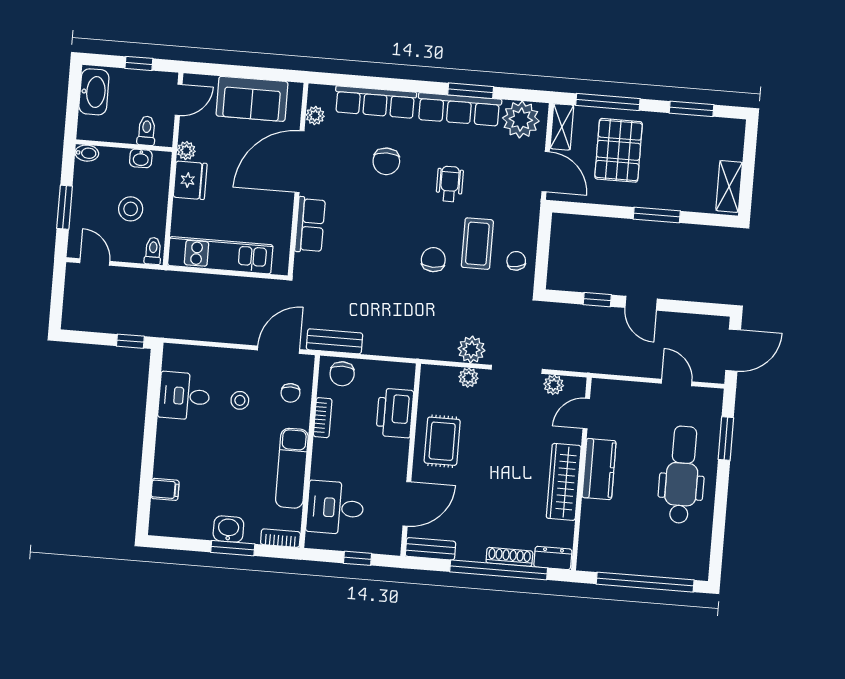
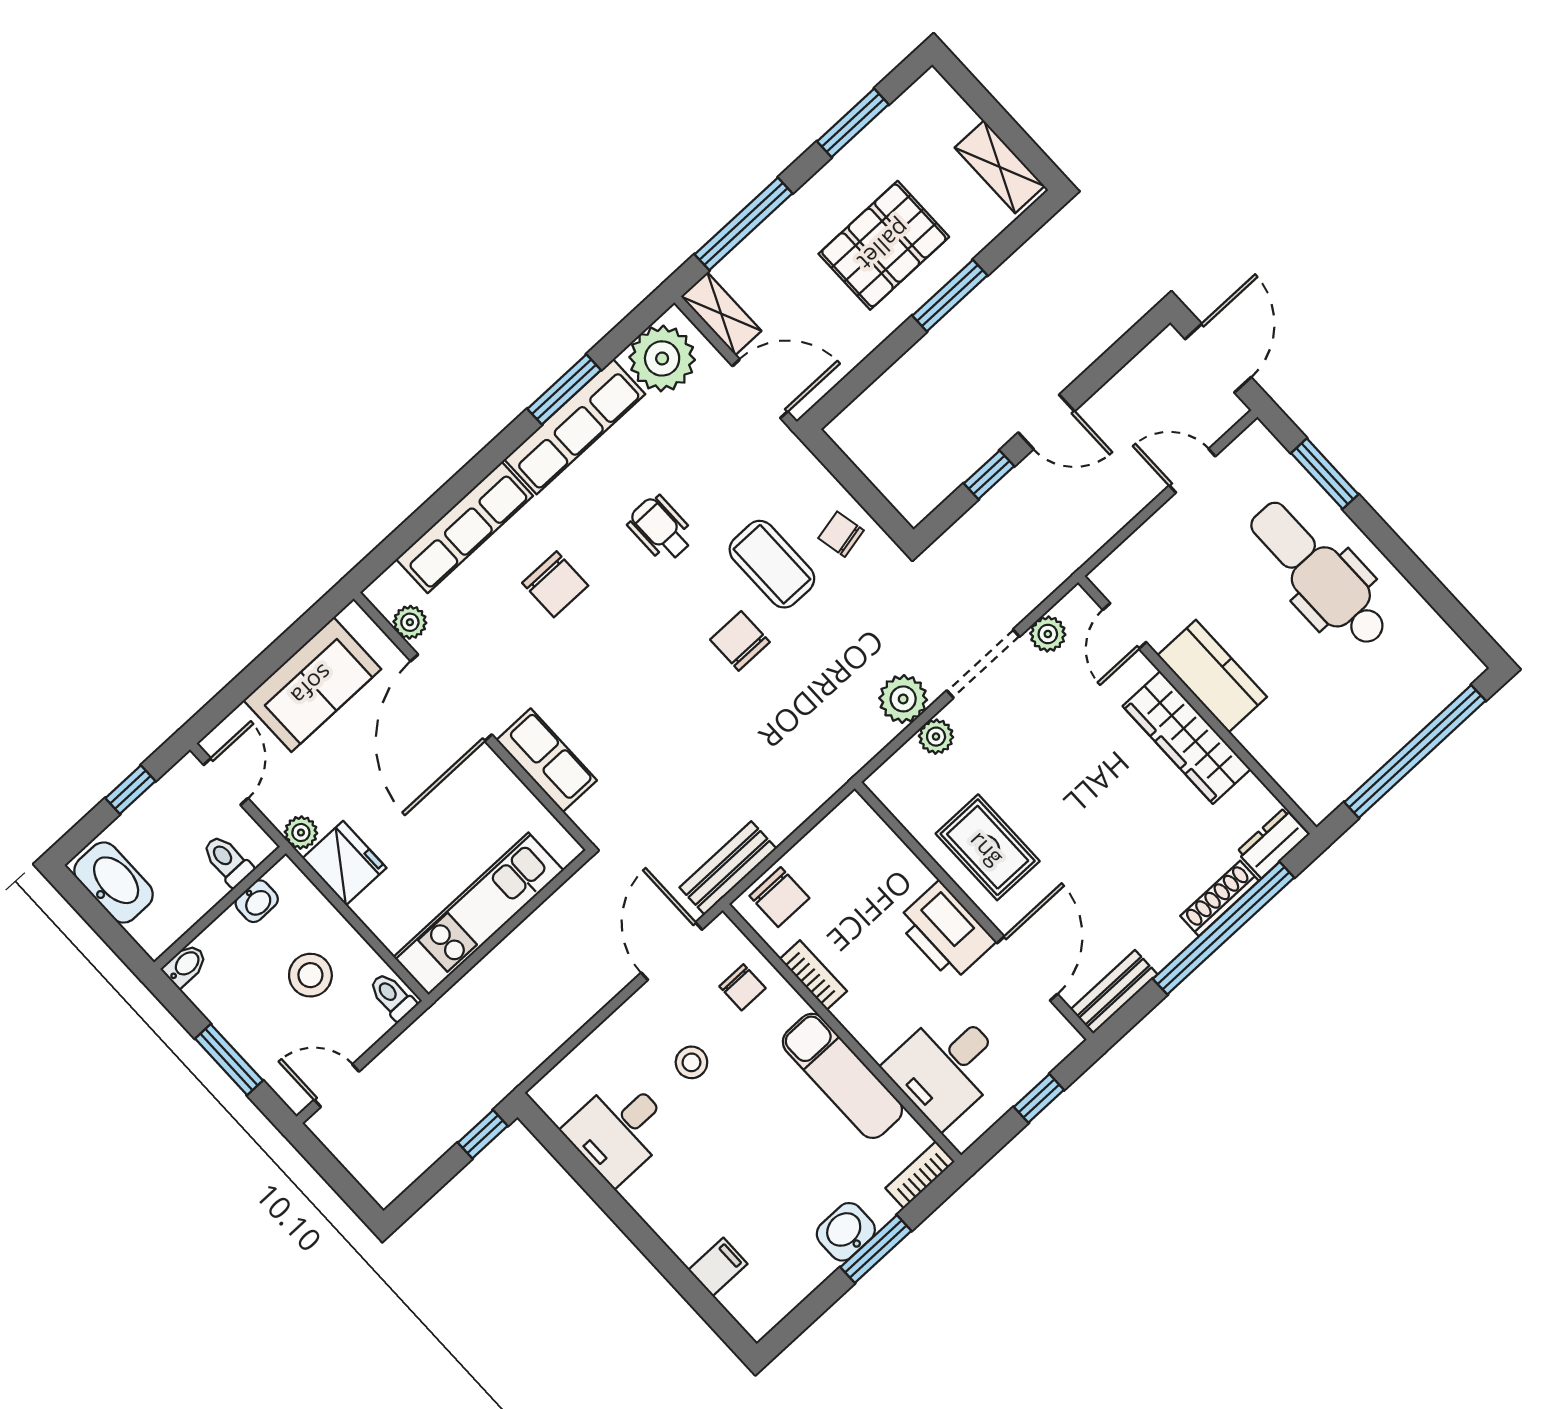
pallet: (619, 150) -> (884, 245), moved, turned 90
printer: (395, 413) -> (946, 931), moved

